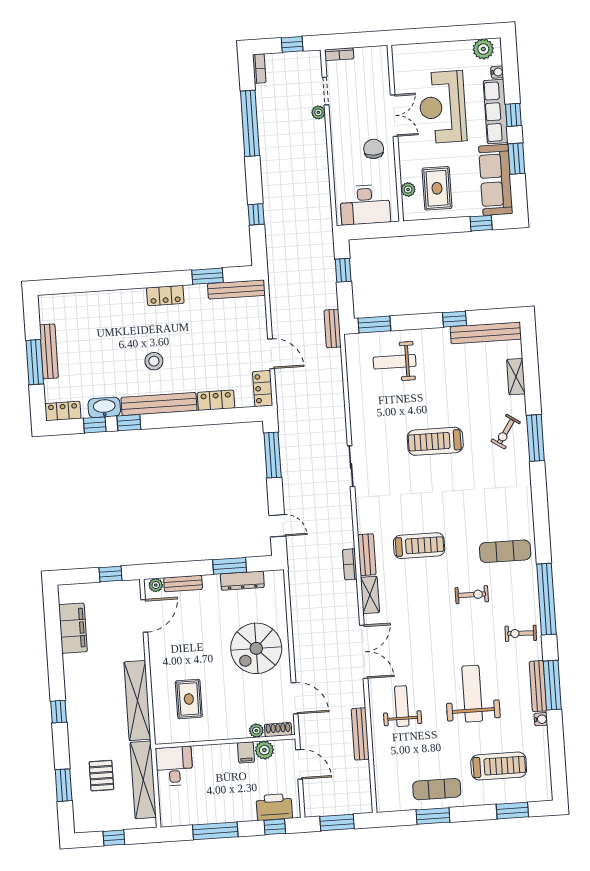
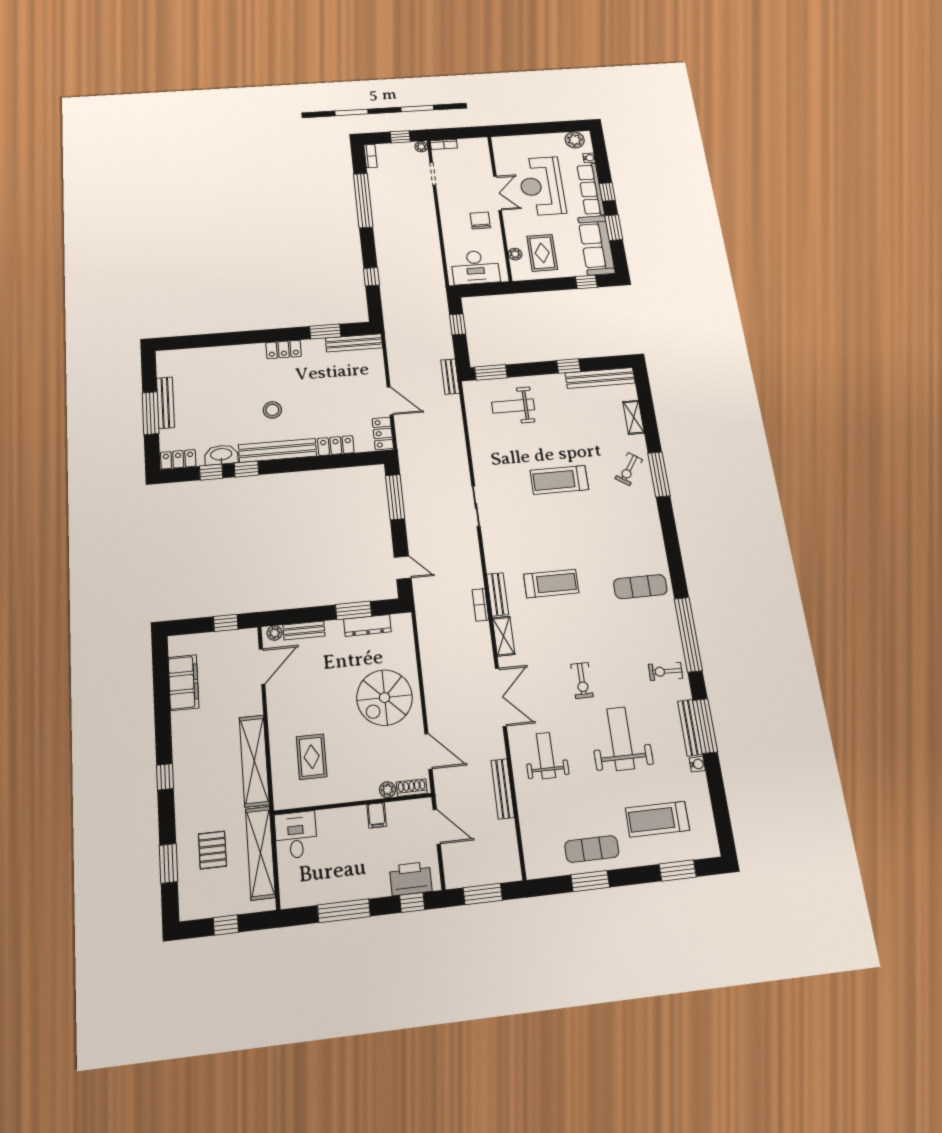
plant: (318, 112) -> (421, 147), moved
exercise bike: (472, 595) -> (582, 680), moved, turned 90
plant: (264, 750) -> (397, 812), removed
treadmill: (499, 766) -> (657, 819), turned 180

